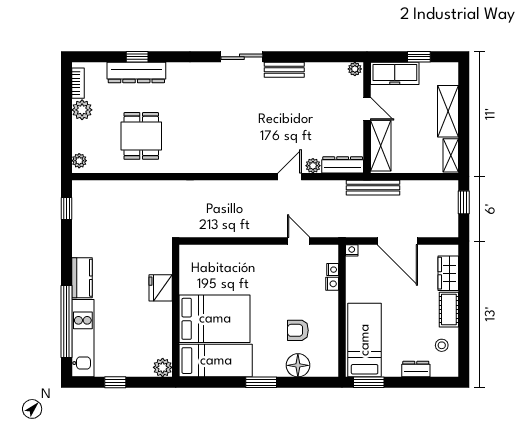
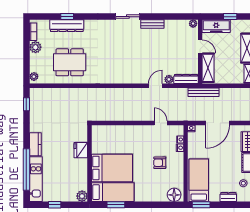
dining table: (141, 136) -> (70, 62), width x1.38
door: (397, 241) -> (218, 123), hinge flipped
armchair: (298, 330) -> (160, 163), moved
floor lamp: (298, 365) -> (174, 195), moved
window: (261, 382) -> (116, 205), moved

